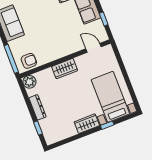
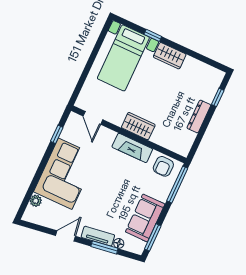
fireplace: (56, 54) -> (132, 148), added
armchair: (29, 61) -> (163, 166), turned -90
plant: (29, 82) -> (182, 147), removed

